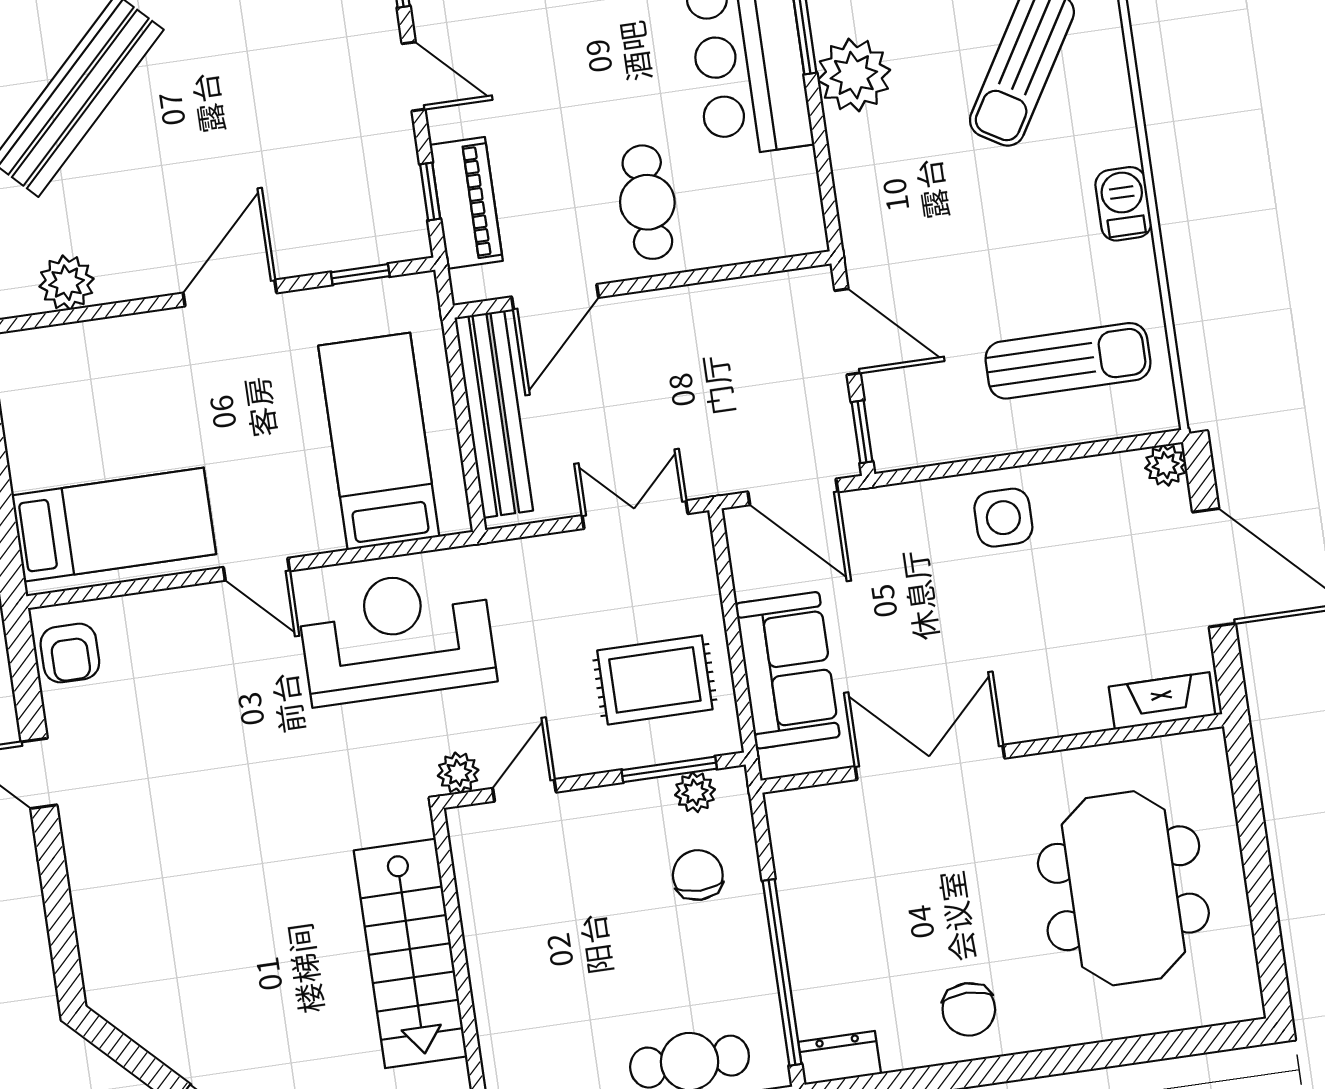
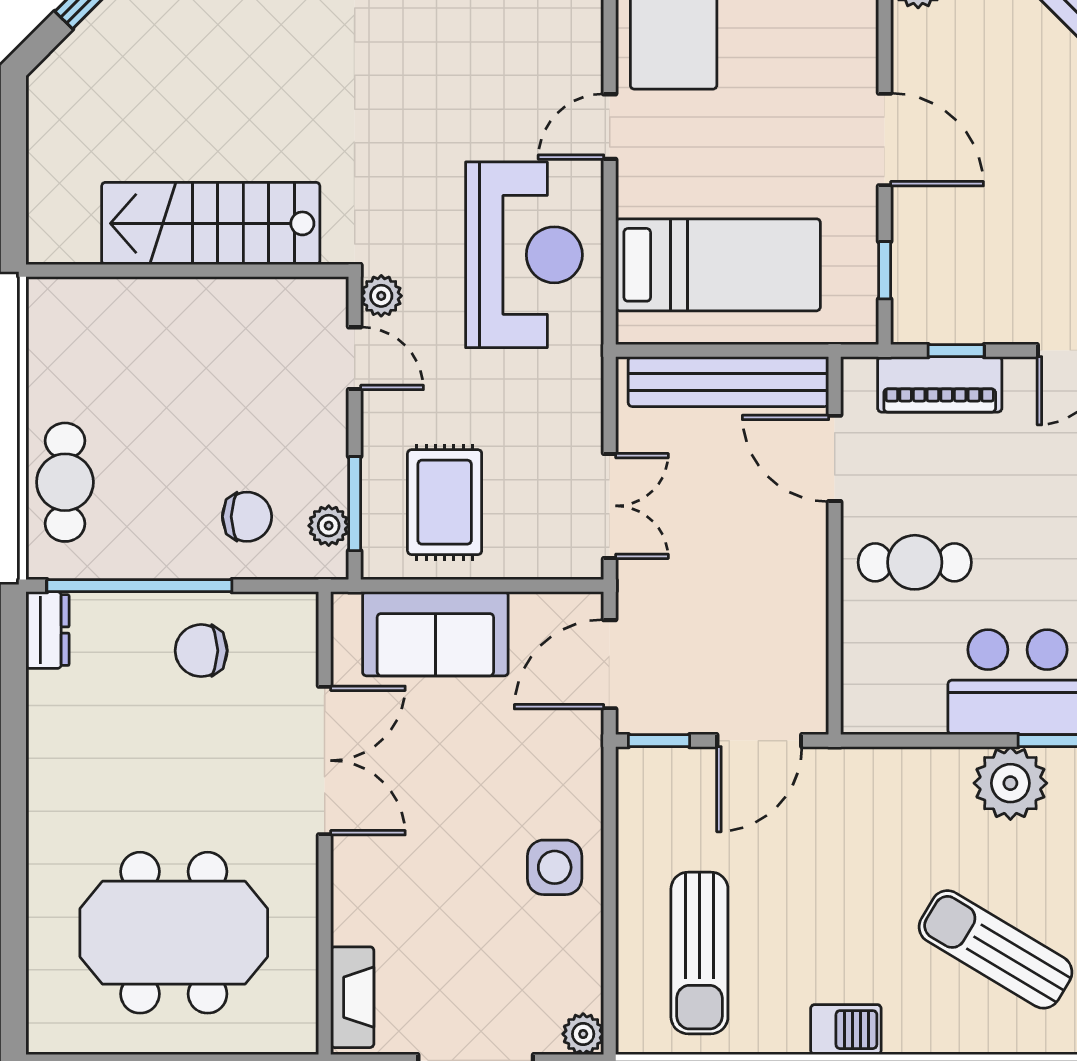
chair: (969, 1009) -> (201, 651), moved

